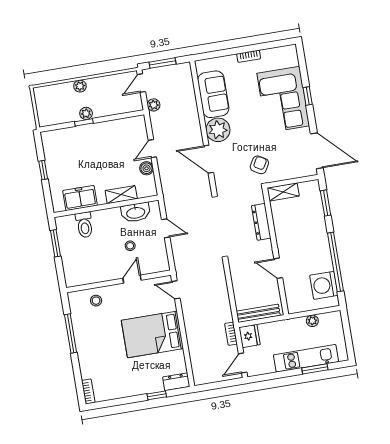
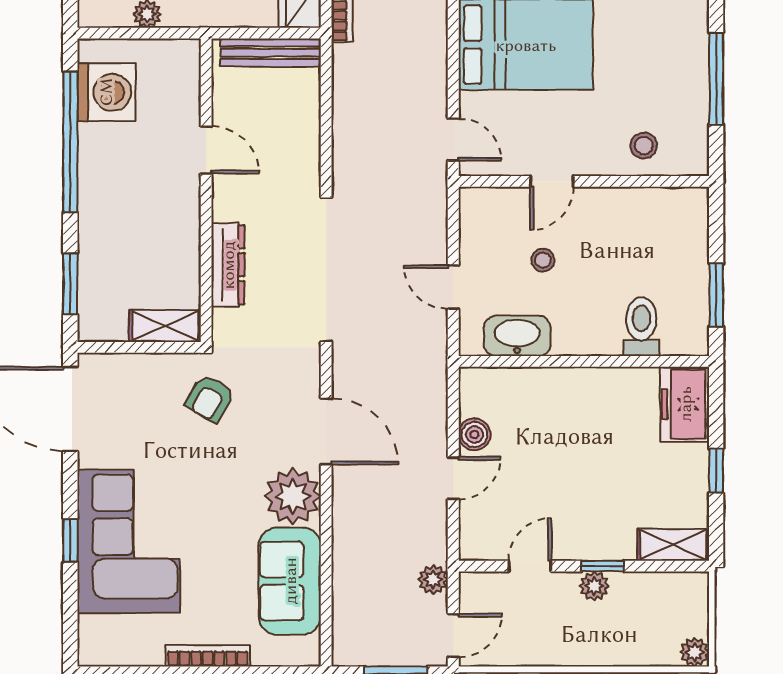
bookcase: (249, 56) -> (208, 656), width x1.56
plant: (80, 86) -> (695, 652), moved
door: (114, 117) -> (530, 566), added
shelving: (121, 195) -> (673, 545), moved
freezer: (80, 198) -> (685, 404), moved, turned 90

